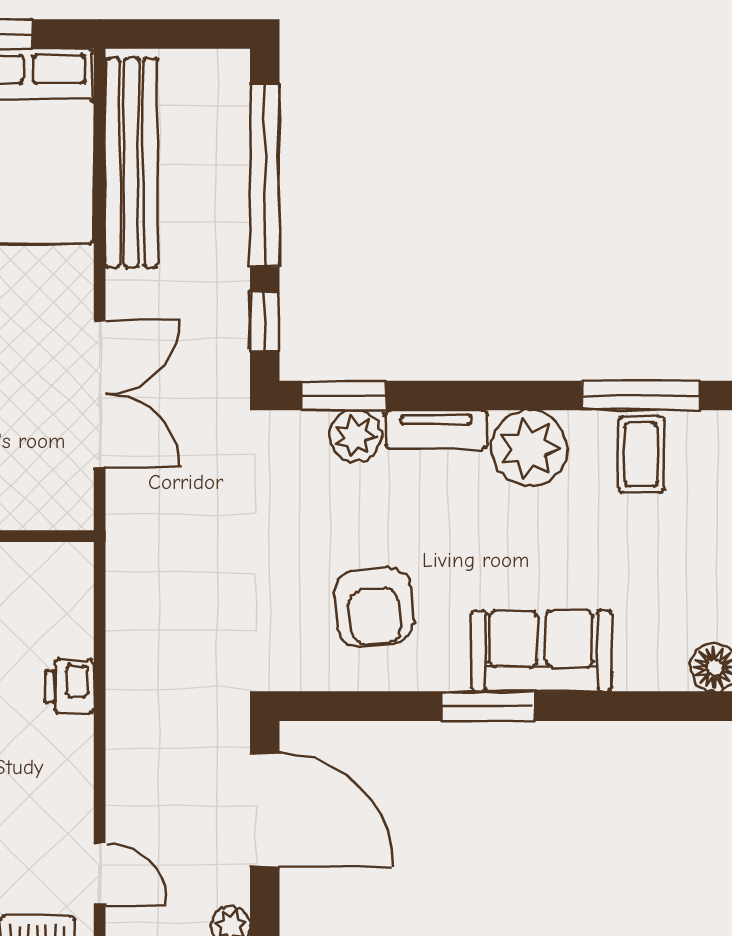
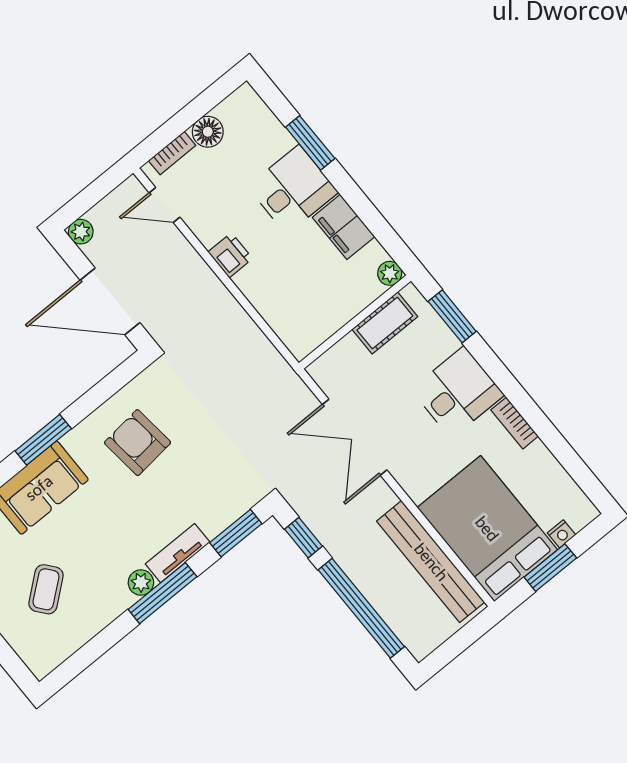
window: (641, 395) -> (163, 593), moved
plant: (355, 436) -> (214, 518), removed
plant: (529, 448) -> (141, 583), width x0.53, depth x0.53
coffee table: (641, 454) -> (46, 589), moved, turned 51
printer: (69, 686) -> (230, 255), moved

